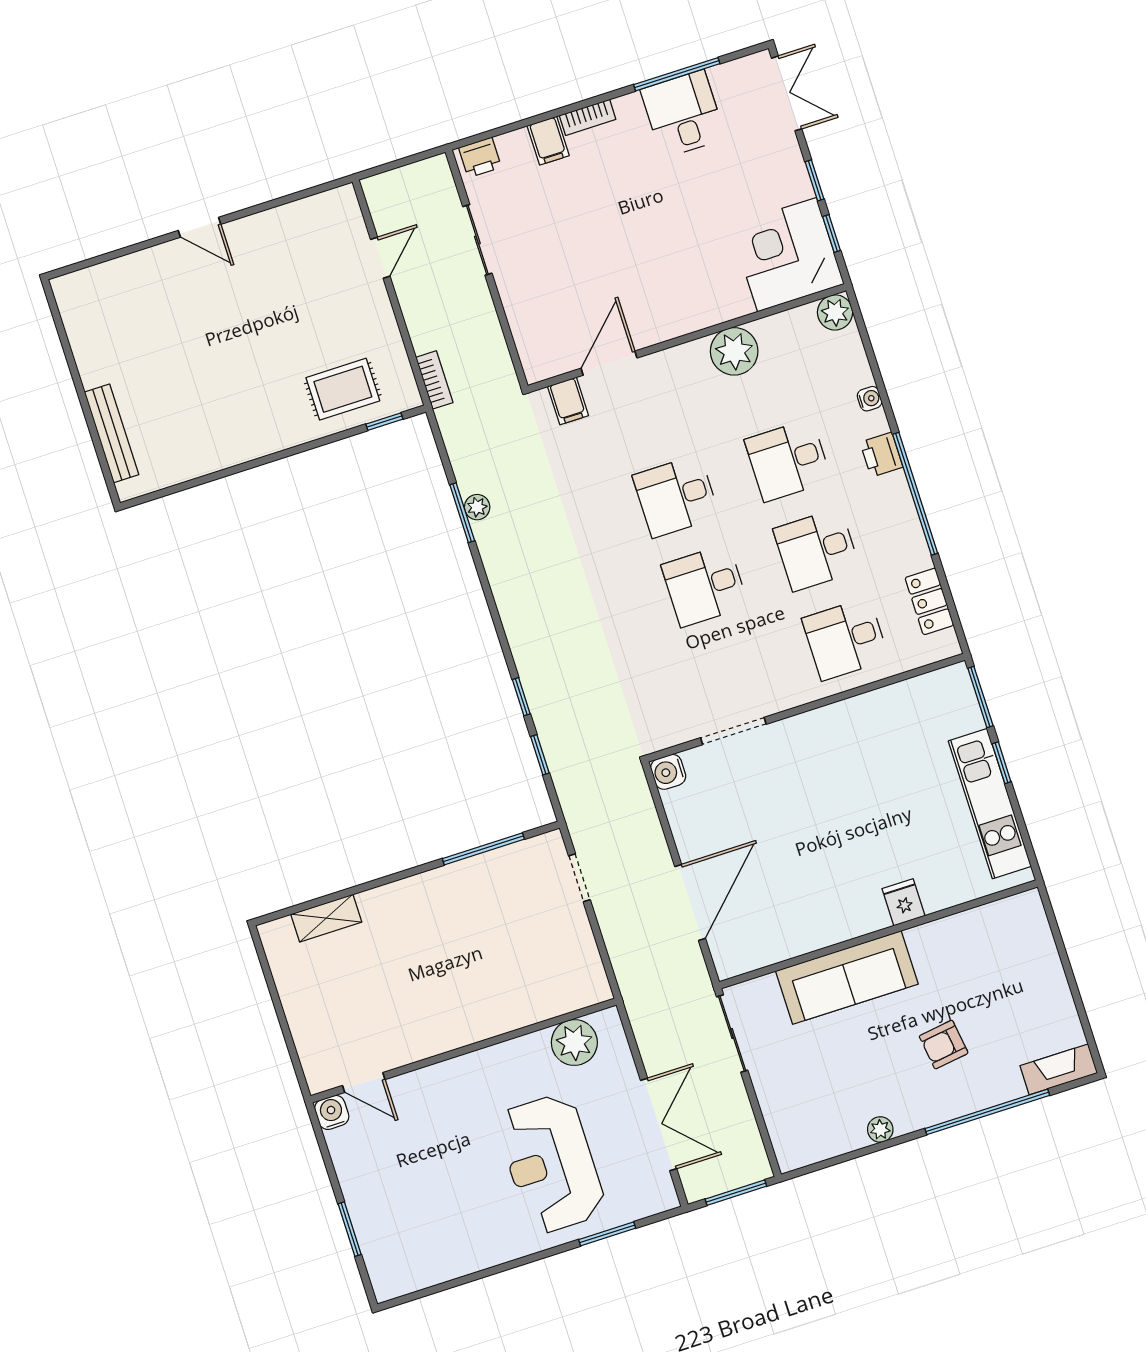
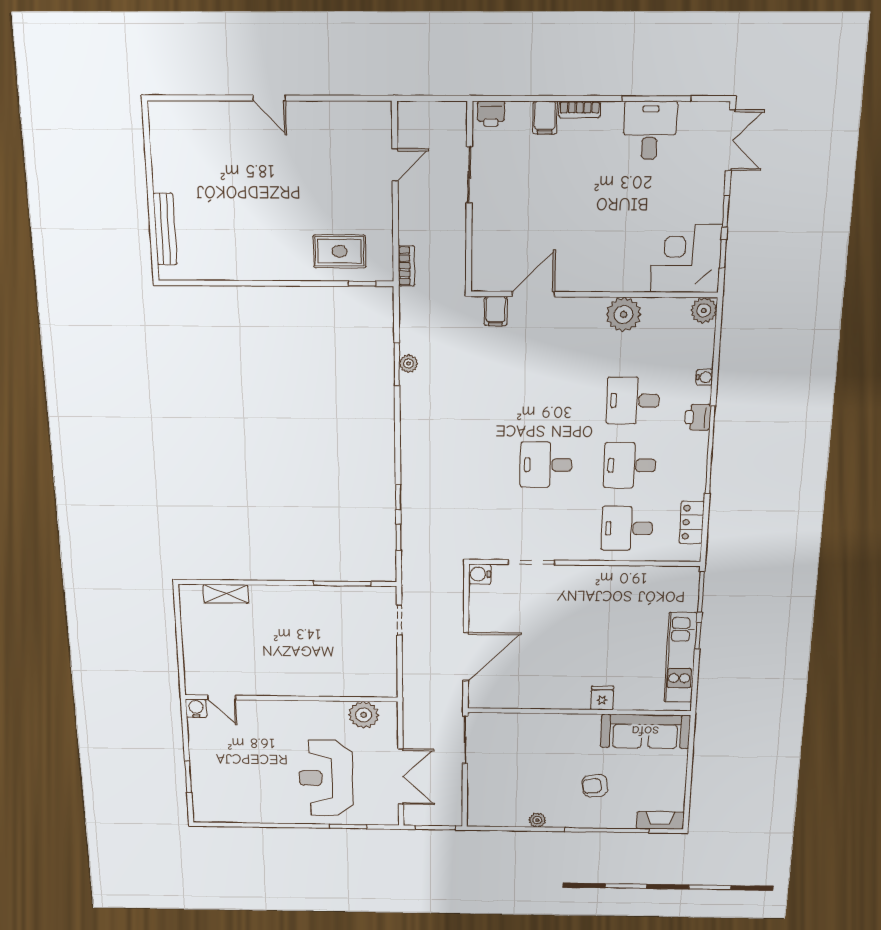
desk: (676, 496) -> (548, 400), removed
sofa: (847, 977) -> (645, 731), moved

